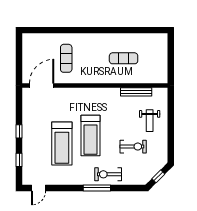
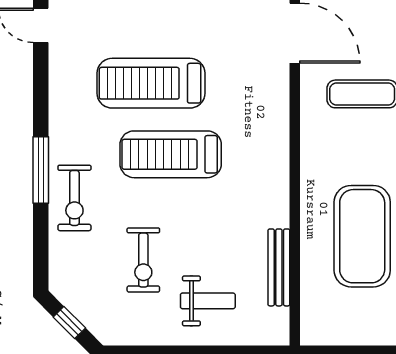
exercise mat: (124, 58) -> (362, 236), width x2.00, depth x1.45
weight bench: (150, 121) -> (208, 301), turned 180
exercise bike: (108, 174) -> (74, 198), turned 180

